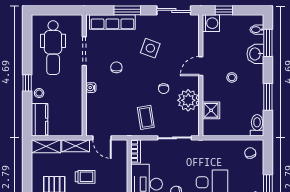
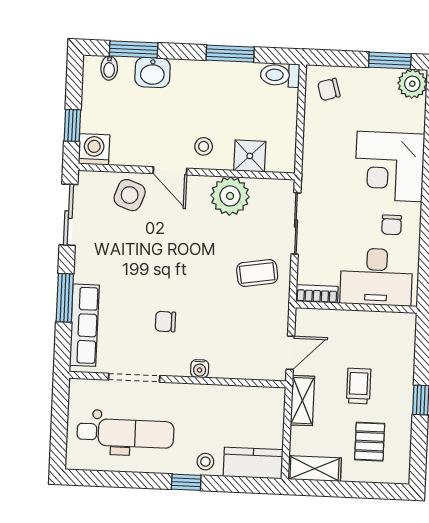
side table: (150, 48) -> (130, 195), moved
stool: (232, 77) -> (204, 146), moved
chair: (164, 89) -> (207, 239), removed
shelving: (46, 146) -> (315, 469), moved, turned 90

